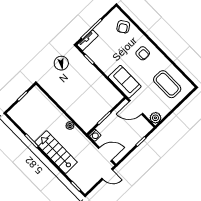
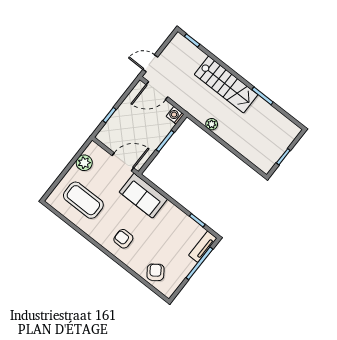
plant: (155, 118) -> (84, 163), moved

